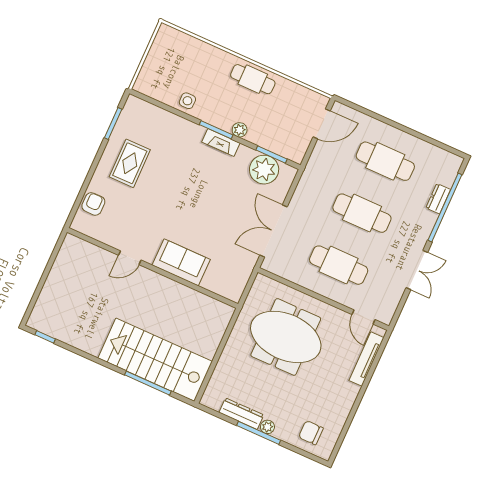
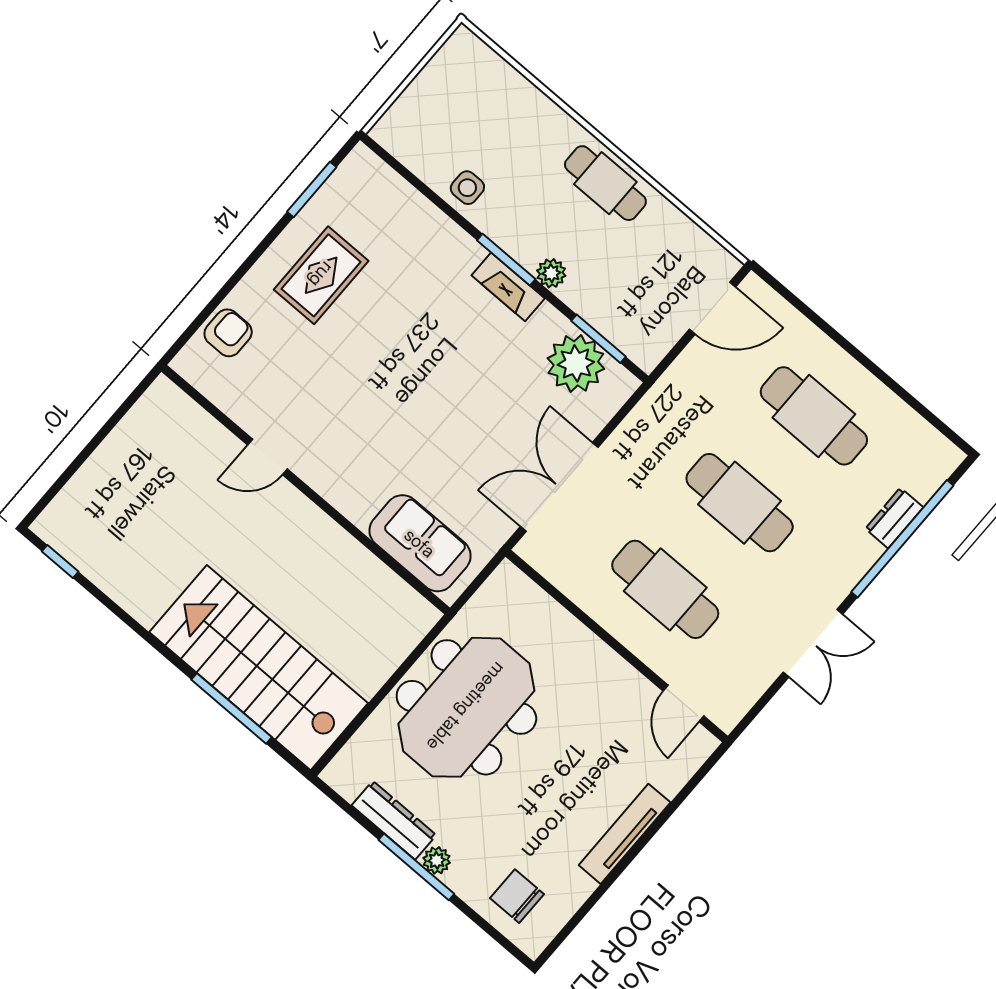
sofa: (181, 262) -> (420, 543), moved
meeting table: (286, 337) -> (466, 707), moved, turned 90
tv unit: (366, 359) -> (625, 834), moved

